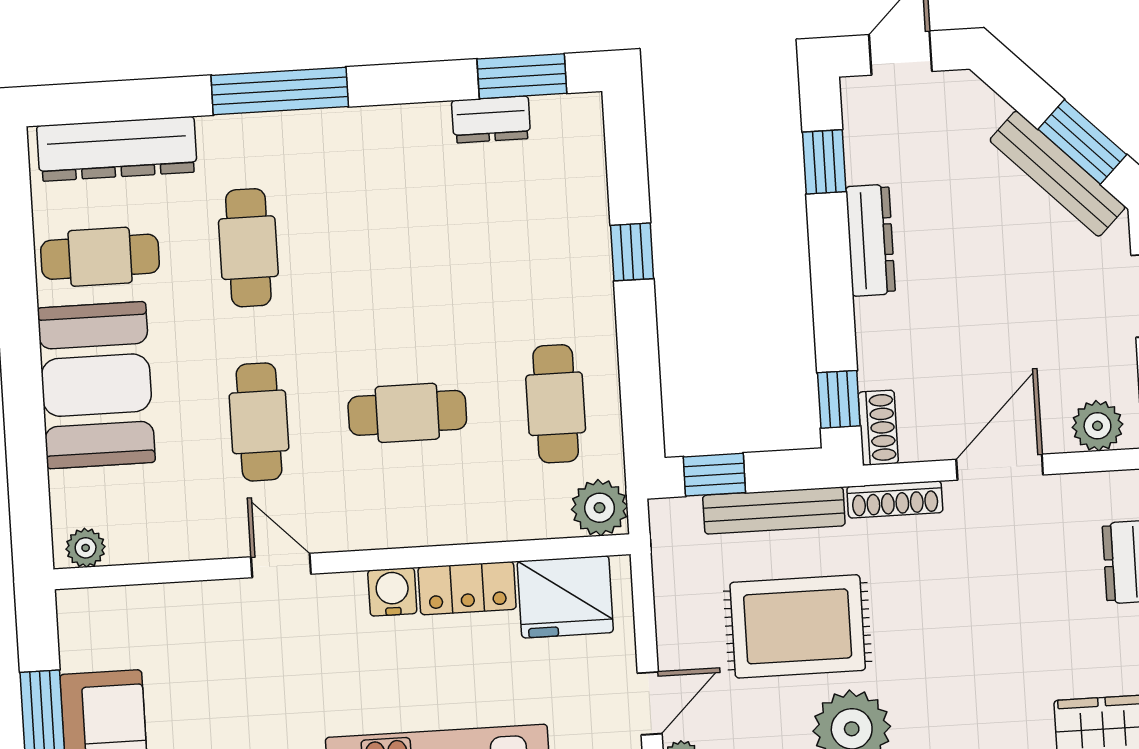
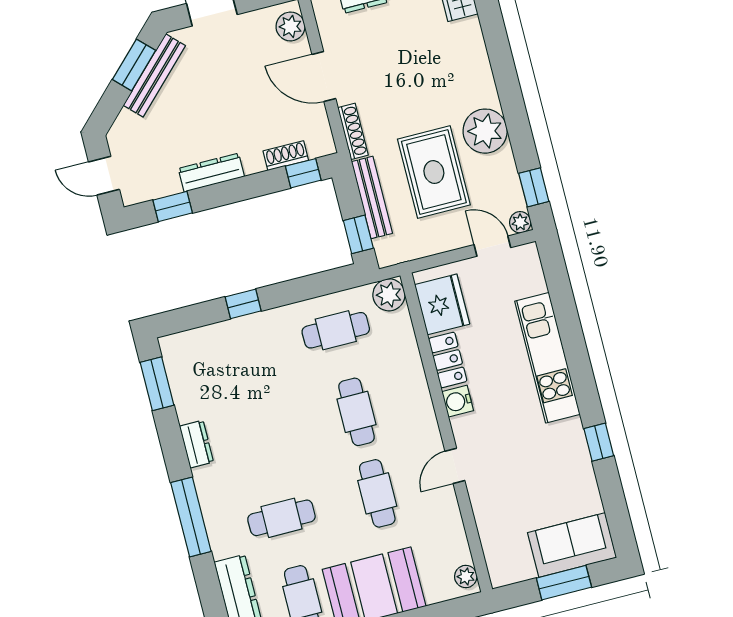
dresser: (491, 119) -> (197, 444), moved
cafe table: (259, 422) -> (377, 493), turned 90
shoe rack: (878, 428) -> (286, 156), moved

